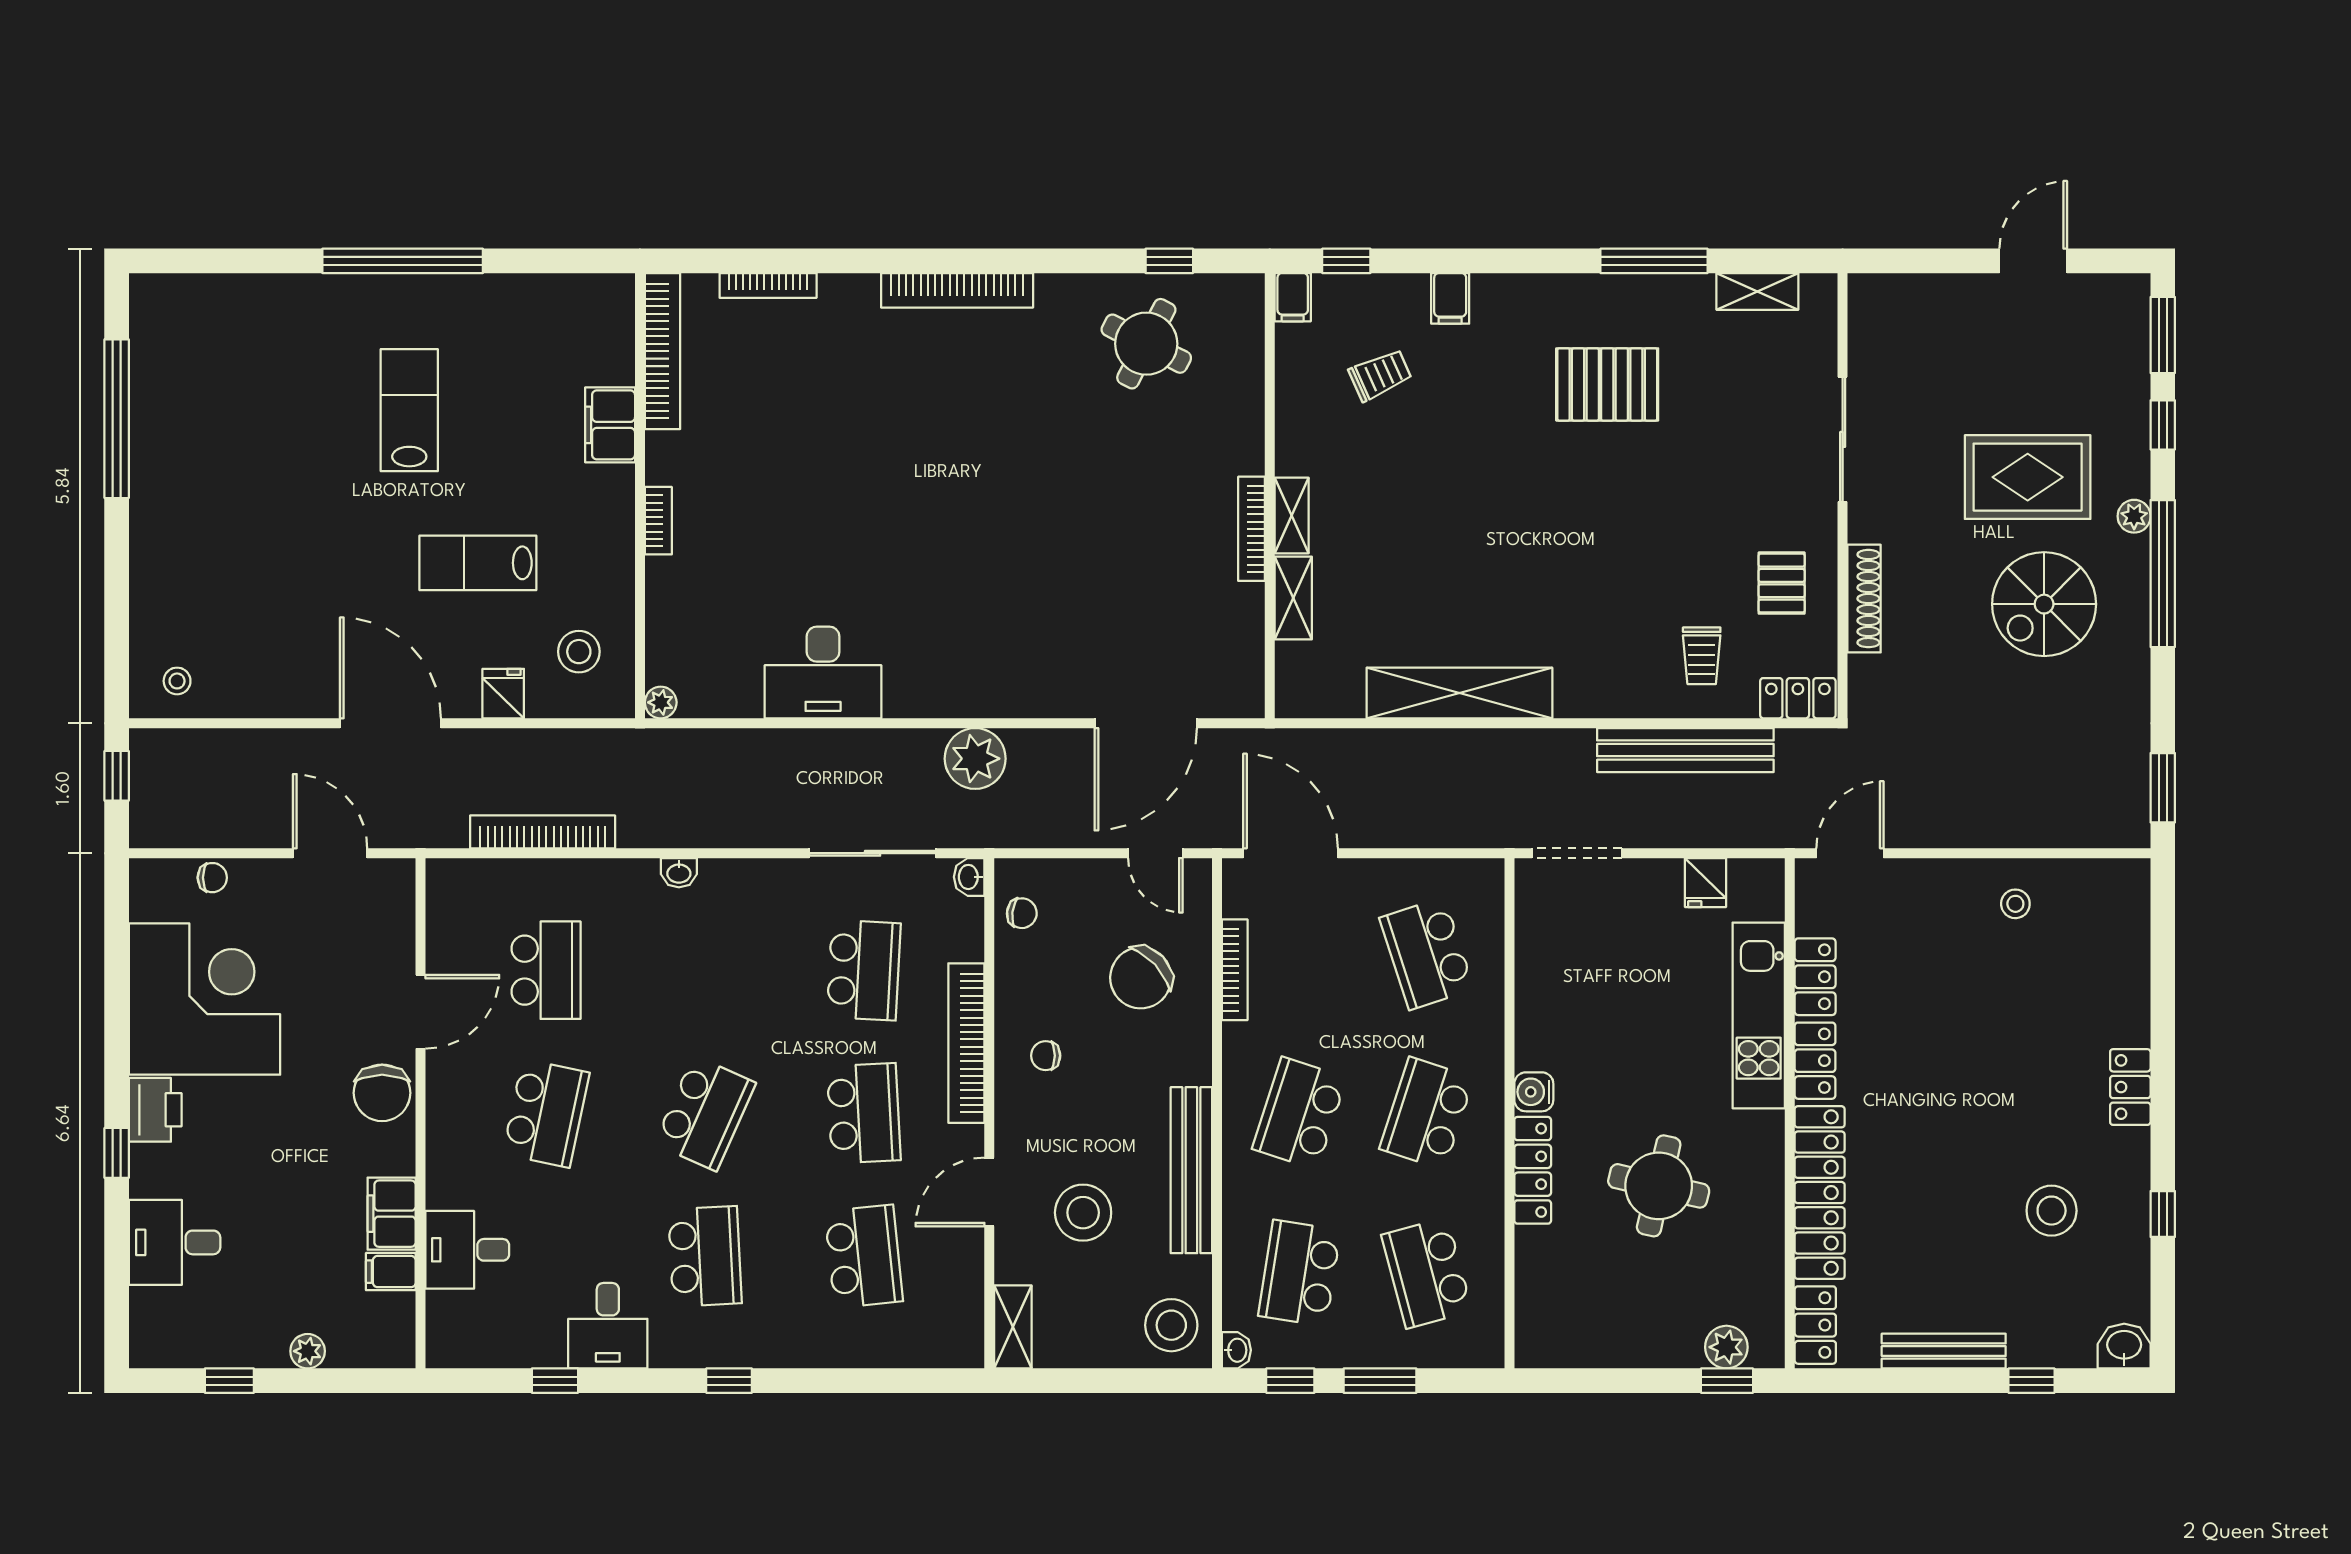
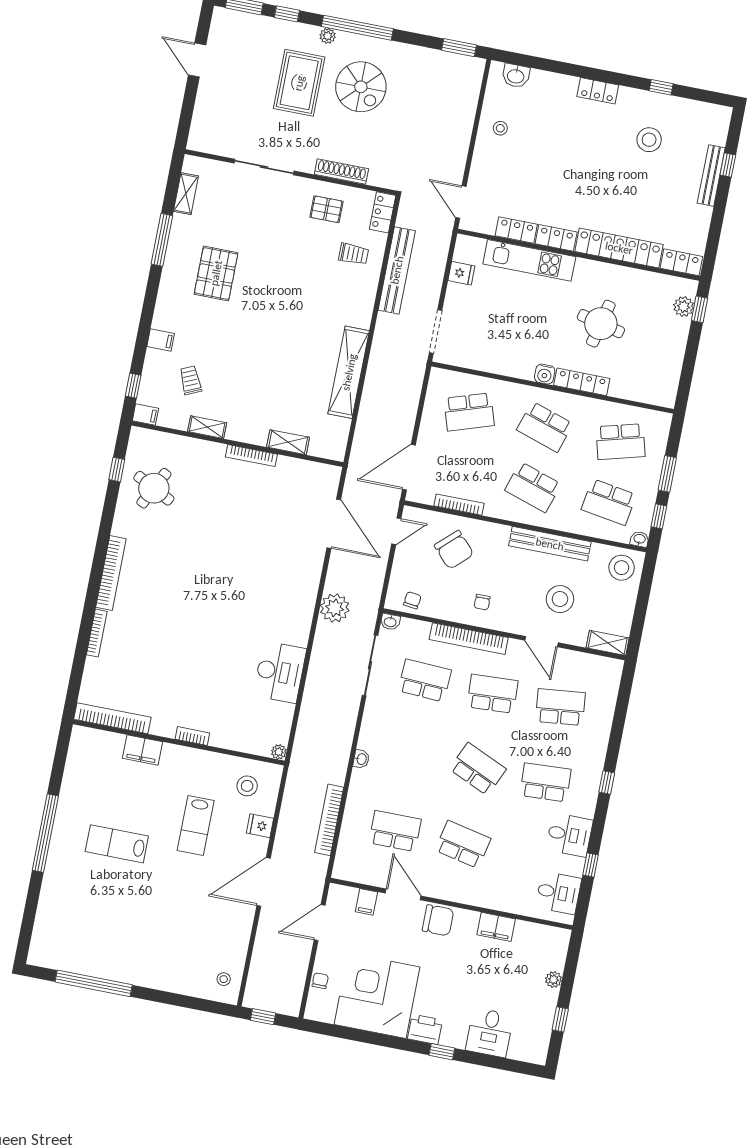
bookcase: (768, 285) -> (97, 633), moved
shelving: (1292, 515) -> (207, 427), moved
desk: (467, 1250) -> (558, 893), moved, turned -90
filing cabinet: (391, 1272) -> (366, 902), moved
washbasin: (2124, 1346) -> (516, 76), moved, turned -90
bench: (1944, 1351) -> (711, 176), moved

